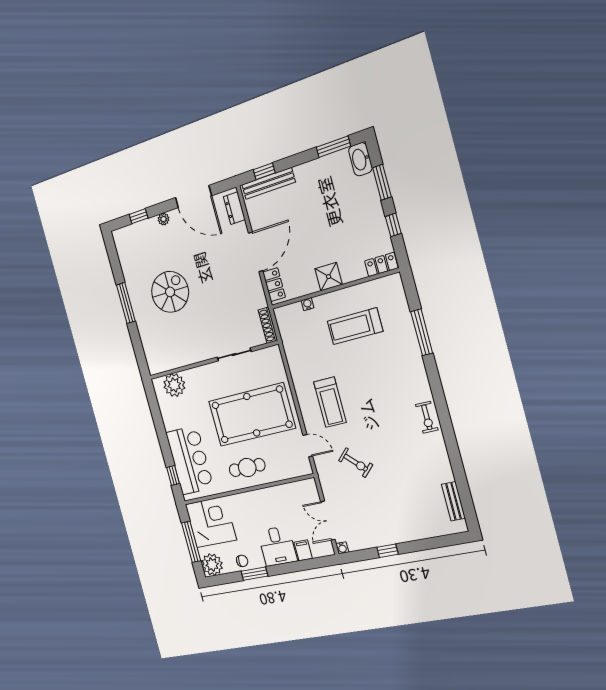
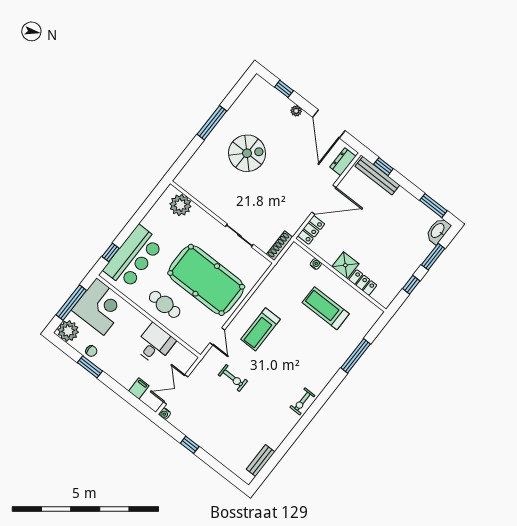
locker: (381, 264) -> (363, 283), moved
exercise bike: (356, 463) -> (233, 378), turned -45
desk: (277, 546) -> (155, 344), moved, turned 180

